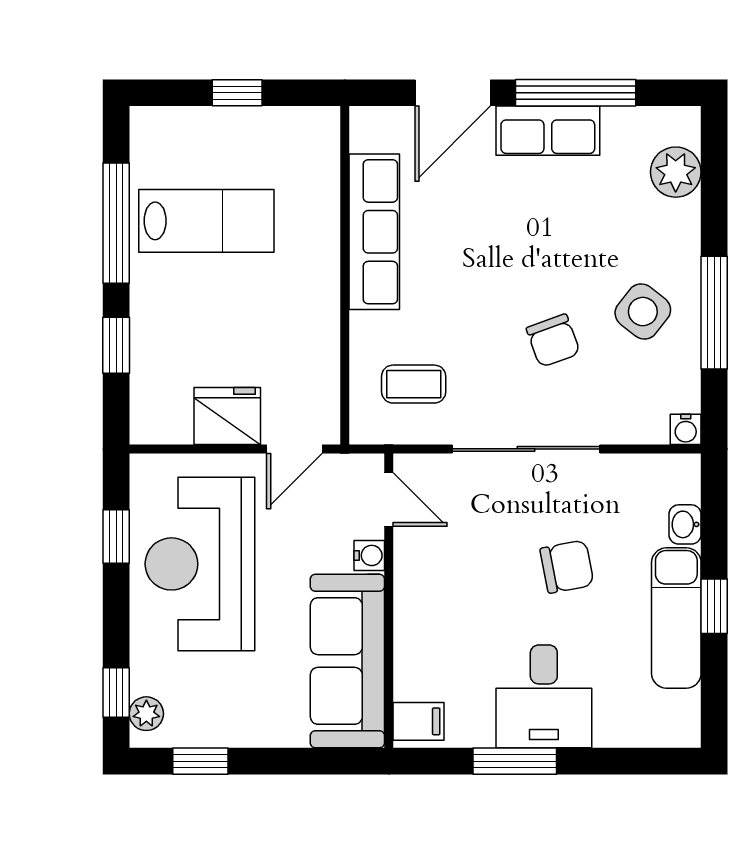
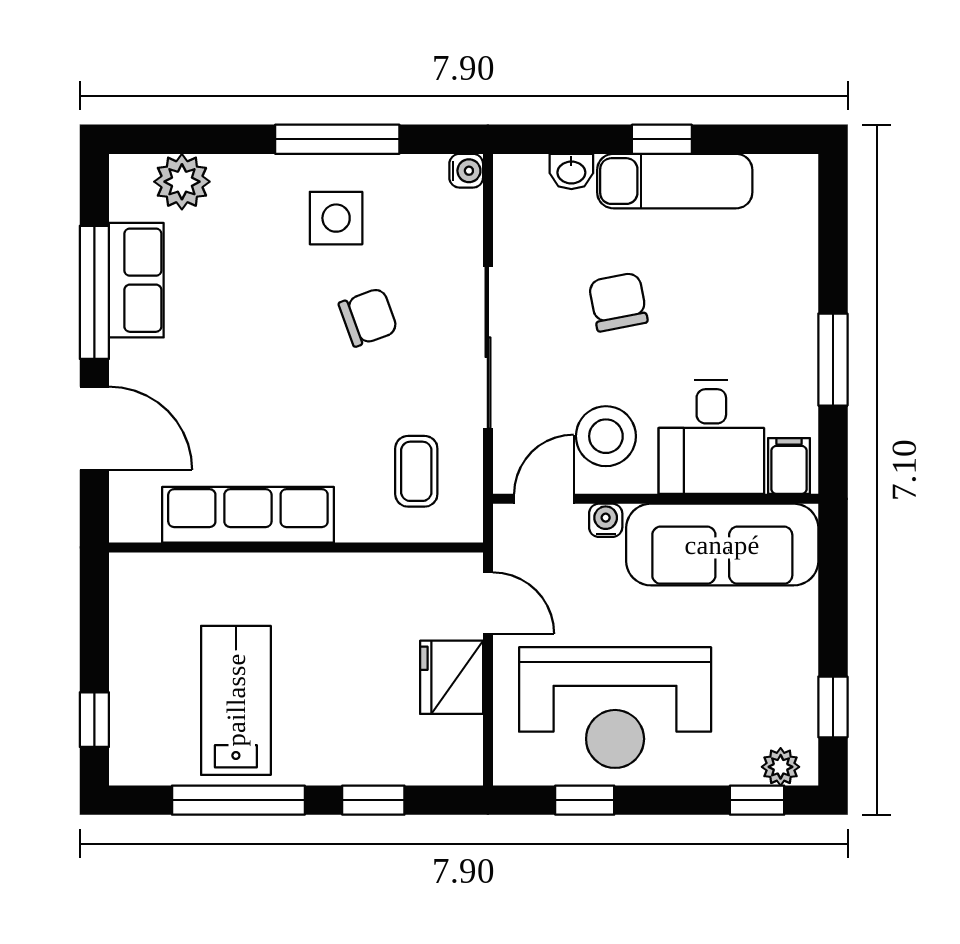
window: (237, 93) -> (94, 720), moved
row of seats: (548, 131) -> (136, 280), moved
side table: (643, 312) -> (336, 218), turned -38
stool: (445, 556) -> (606, 436), added
desk: (544, 696) -> (711, 437), moved, turned 90

